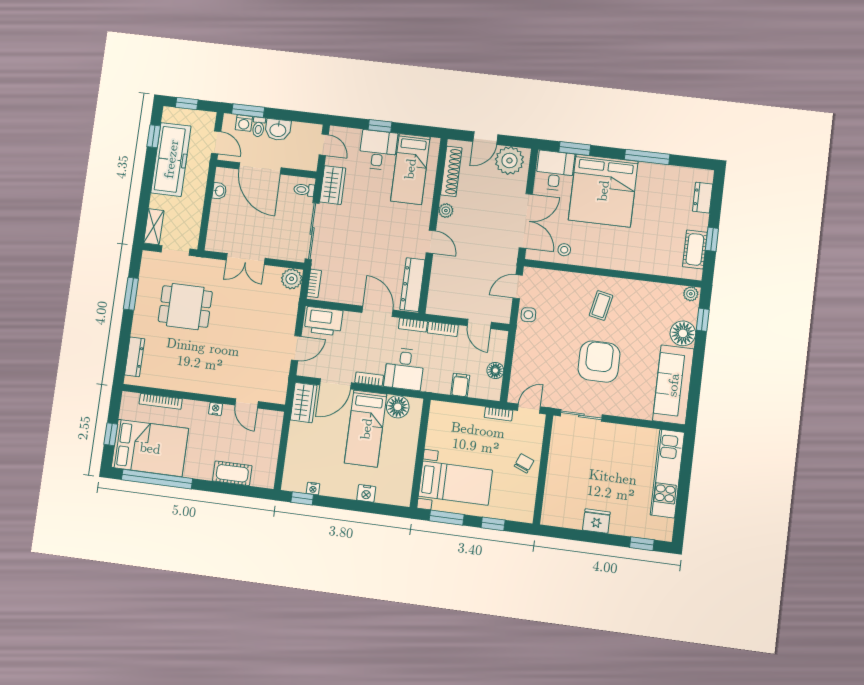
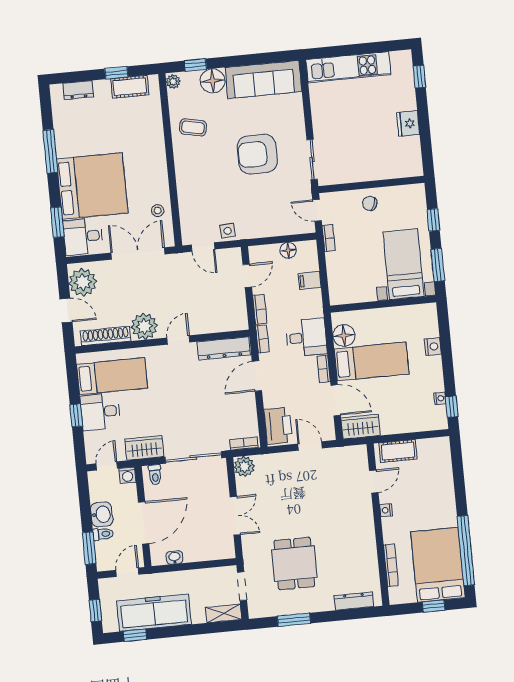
washing machine: (244, 123) -> (128, 475), moved, turned 90
plant: (446, 211) -> (144, 326), width x1.87, depth x1.87
coffee table: (601, 306) -> (193, 127), moved
cot: (232, 473) -> (398, 451), moved, turned 90

